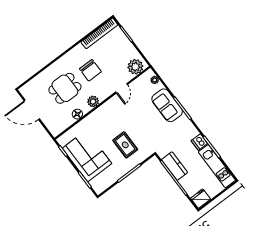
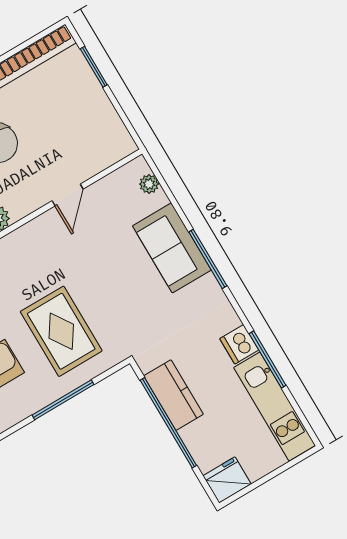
plant: (135, 67) -> (106, 147), removed
rug: (125, 145) -> (61, 331), width x1.36, depth x1.43

